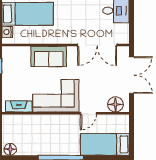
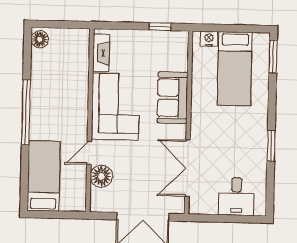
floor lamp: (116, 104) -> (101, 176), moved
door: (88, 113) -> (89, 153), hinge flipped

